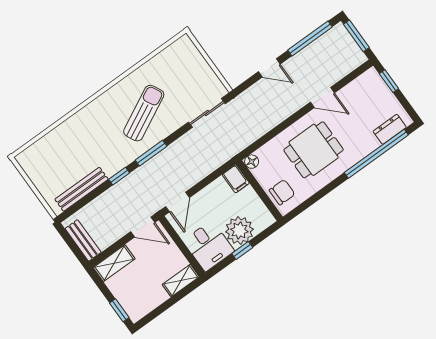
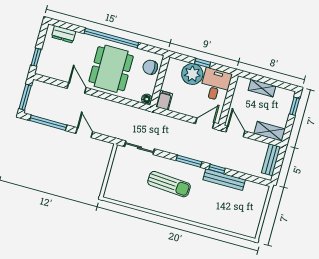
sun lounger: (144, 113) -> (169, 184), turned -149
dining table: (314, 150) -> (111, 69), width x1.37
window: (376, 154) -> (111, 38), moved
bench: (81, 189) -> (224, 180), moved
shelving: (181, 281) -> (262, 88), moved

